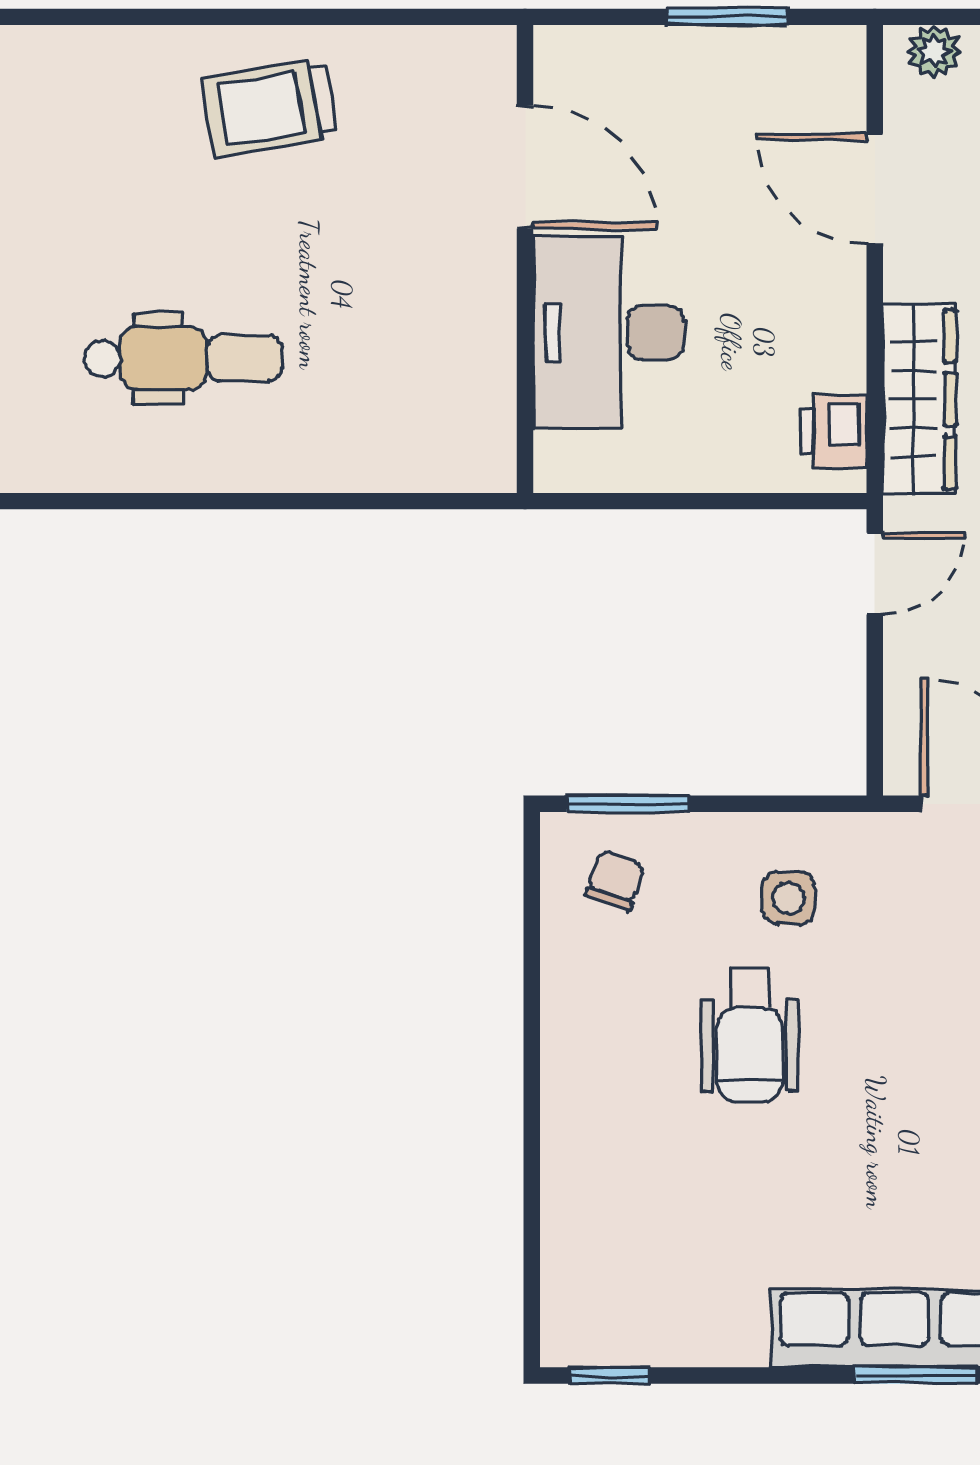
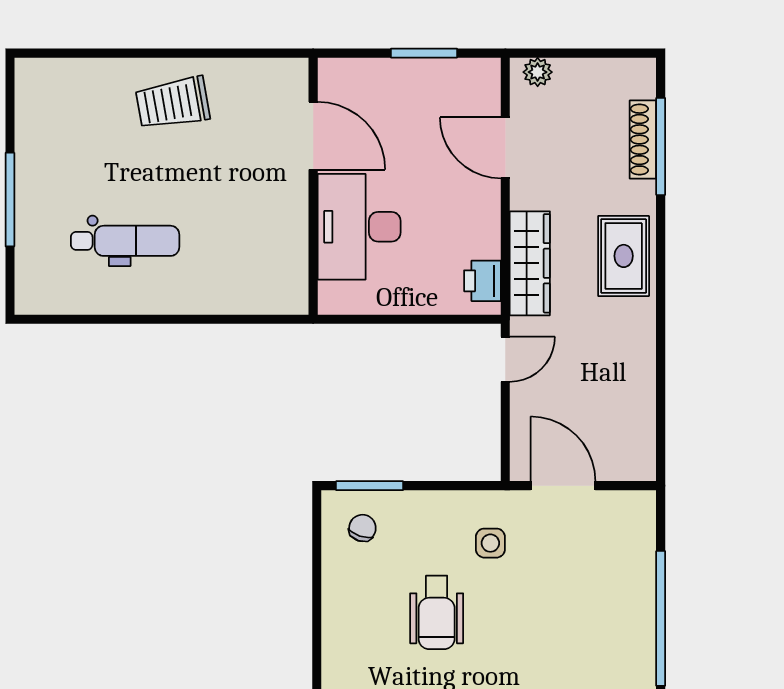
side table: (789, 898) -> (490, 543), moved

